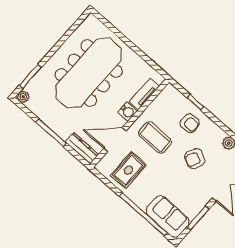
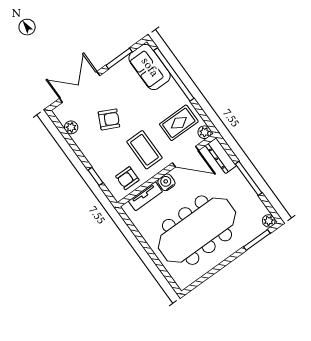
armchair: (190, 123) -> (127, 178), moved, turned -90
plant: (102, 167) -> (205, 132), added

